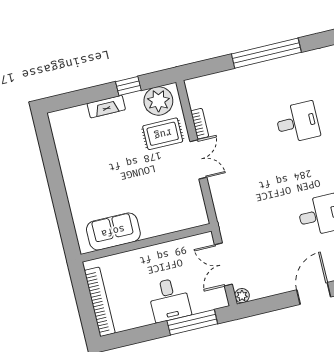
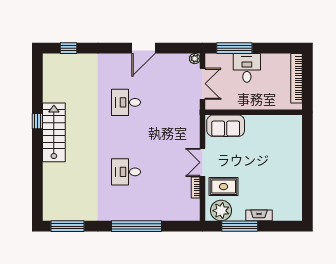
window: (128, 86) -> (240, 226), width x2.17
sofa: (113, 231) -> (226, 126), moved

